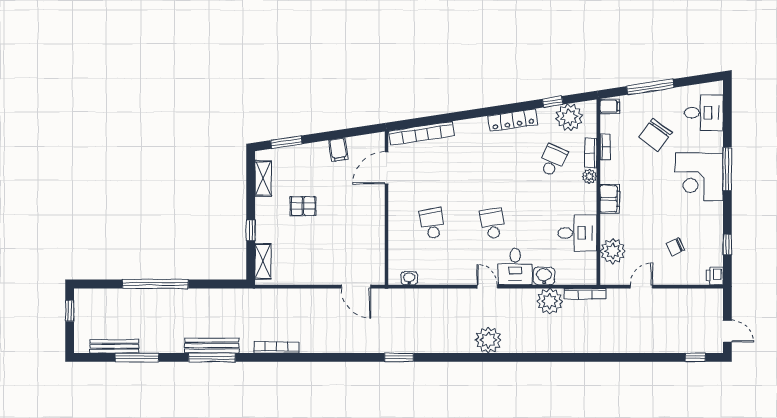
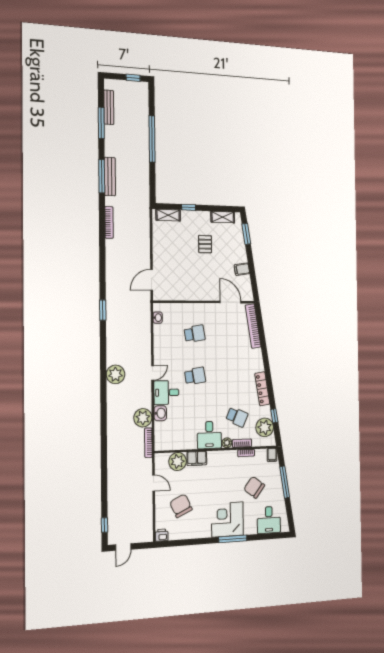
filing cabinet: (610, 199) -> (197, 458), moved
desk: (577, 233) -> (209, 435), moved
window: (727, 244) -> (183, 543), removed
chair: (675, 247) -> (181, 506), width x1.87, depth x1.87

